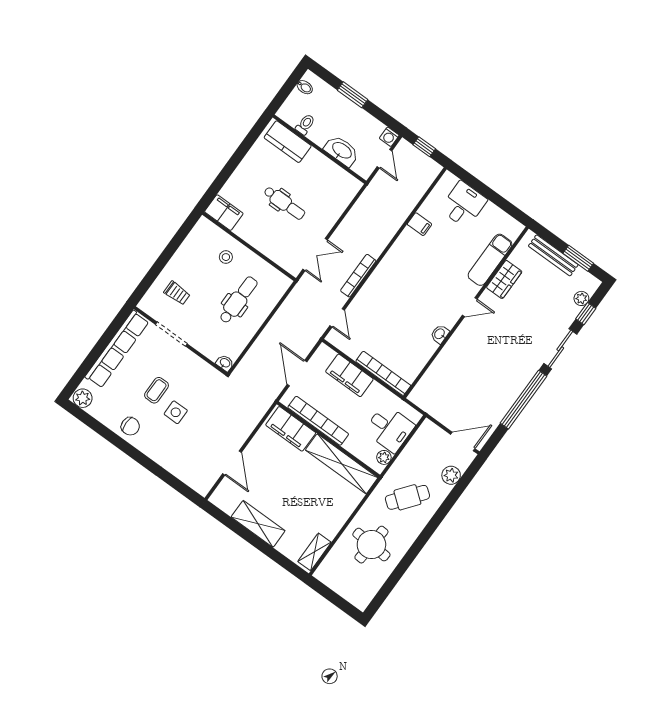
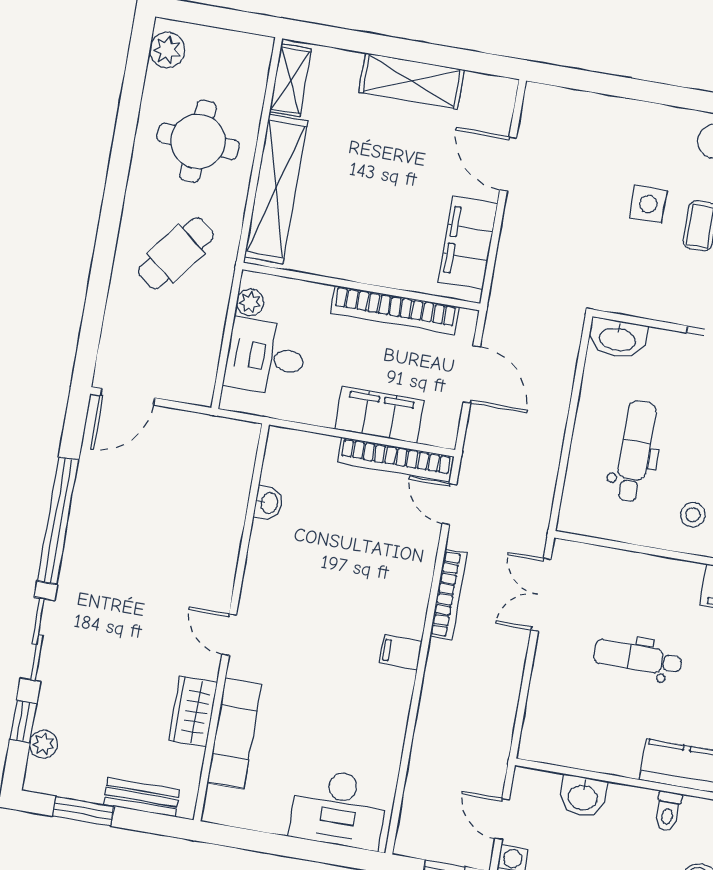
washbasin: (342, 151) -> (583, 796), width x0.72
desk: (464, 205) -> (339, 809), width x1.37
filing cabinet: (419, 224) -> (401, 652), moved
bench: (553, 255) -> (142, 797), width x0.73
dental chair: (238, 300) -> (635, 451), turned 180
door: (470, 307) -> (229, 635), hinge flipped
washbasin: (440, 334) -> (269, 503), moved
washbasin: (225, 363) -> (618, 338), width x1.91, depth x1.45
bookcase: (383, 373) -> (396, 460), moved
filing cabinet: (291, 429) -> (468, 242), moved, turned -90
shelving: (342, 464) -> (276, 189), moved, turned 90
plant: (451, 475) -> (167, 50), moved

